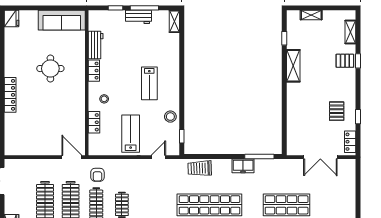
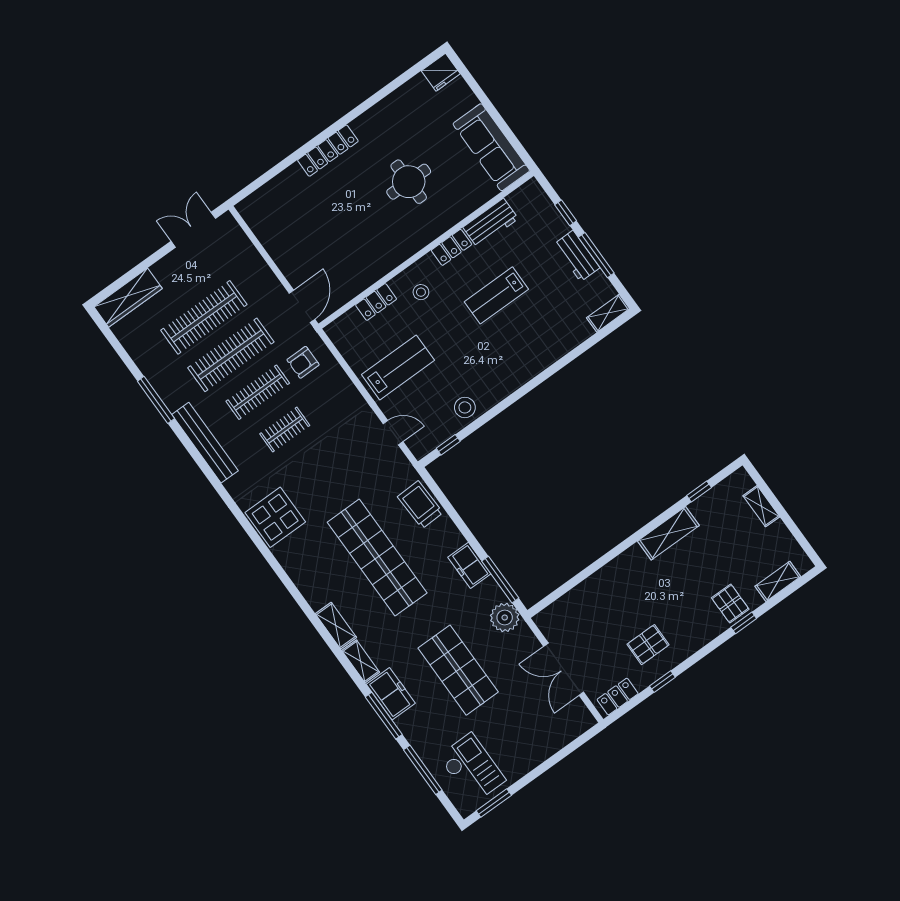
lab bench: (149, 83) -> (496, 295), moved
plant: (278, 167) -> (505, 617), added

